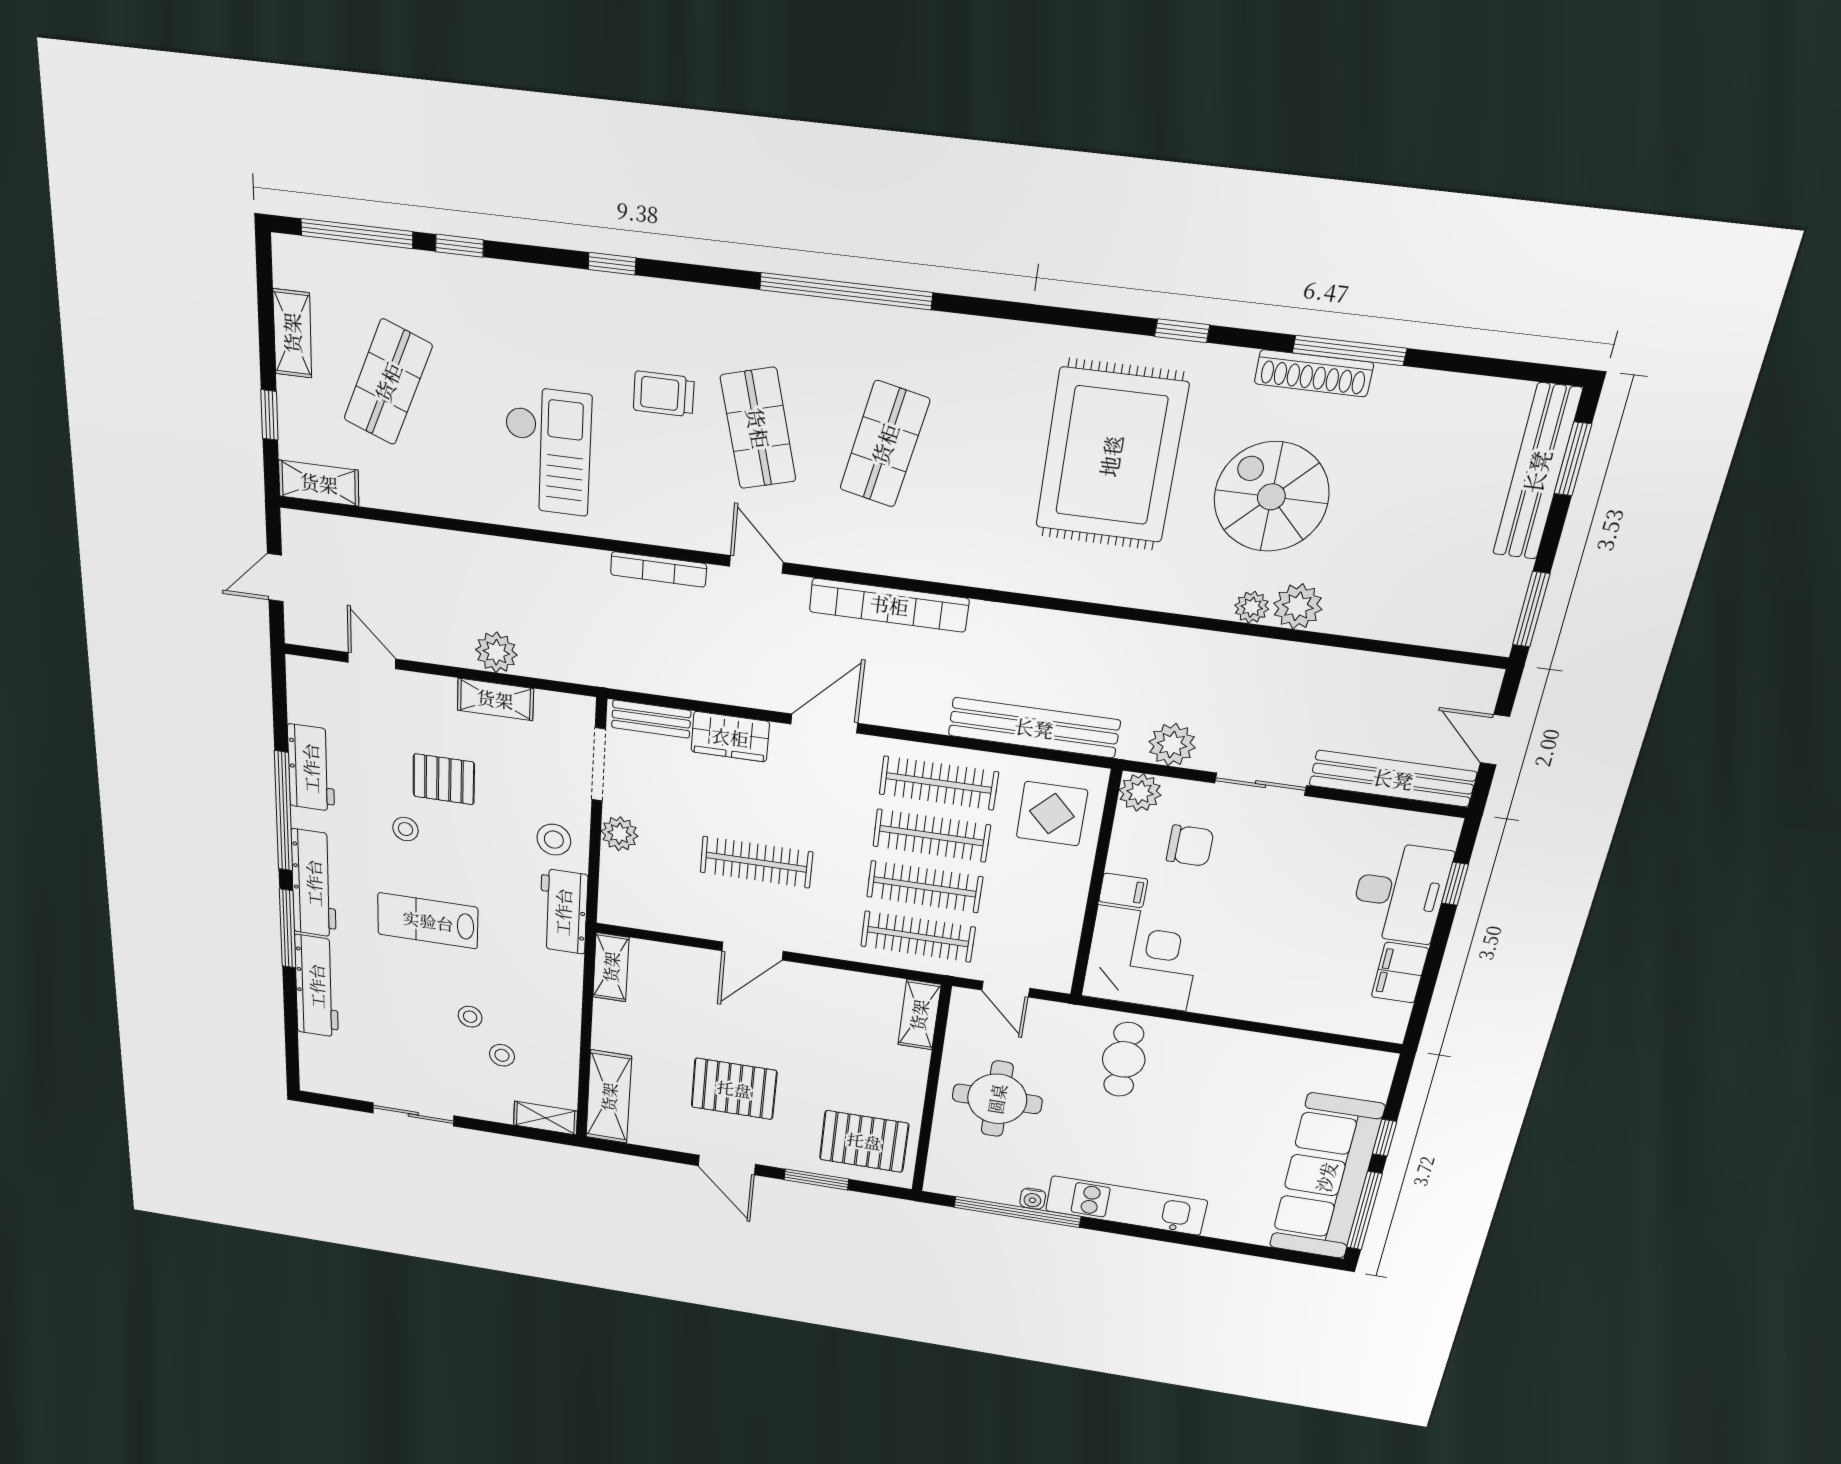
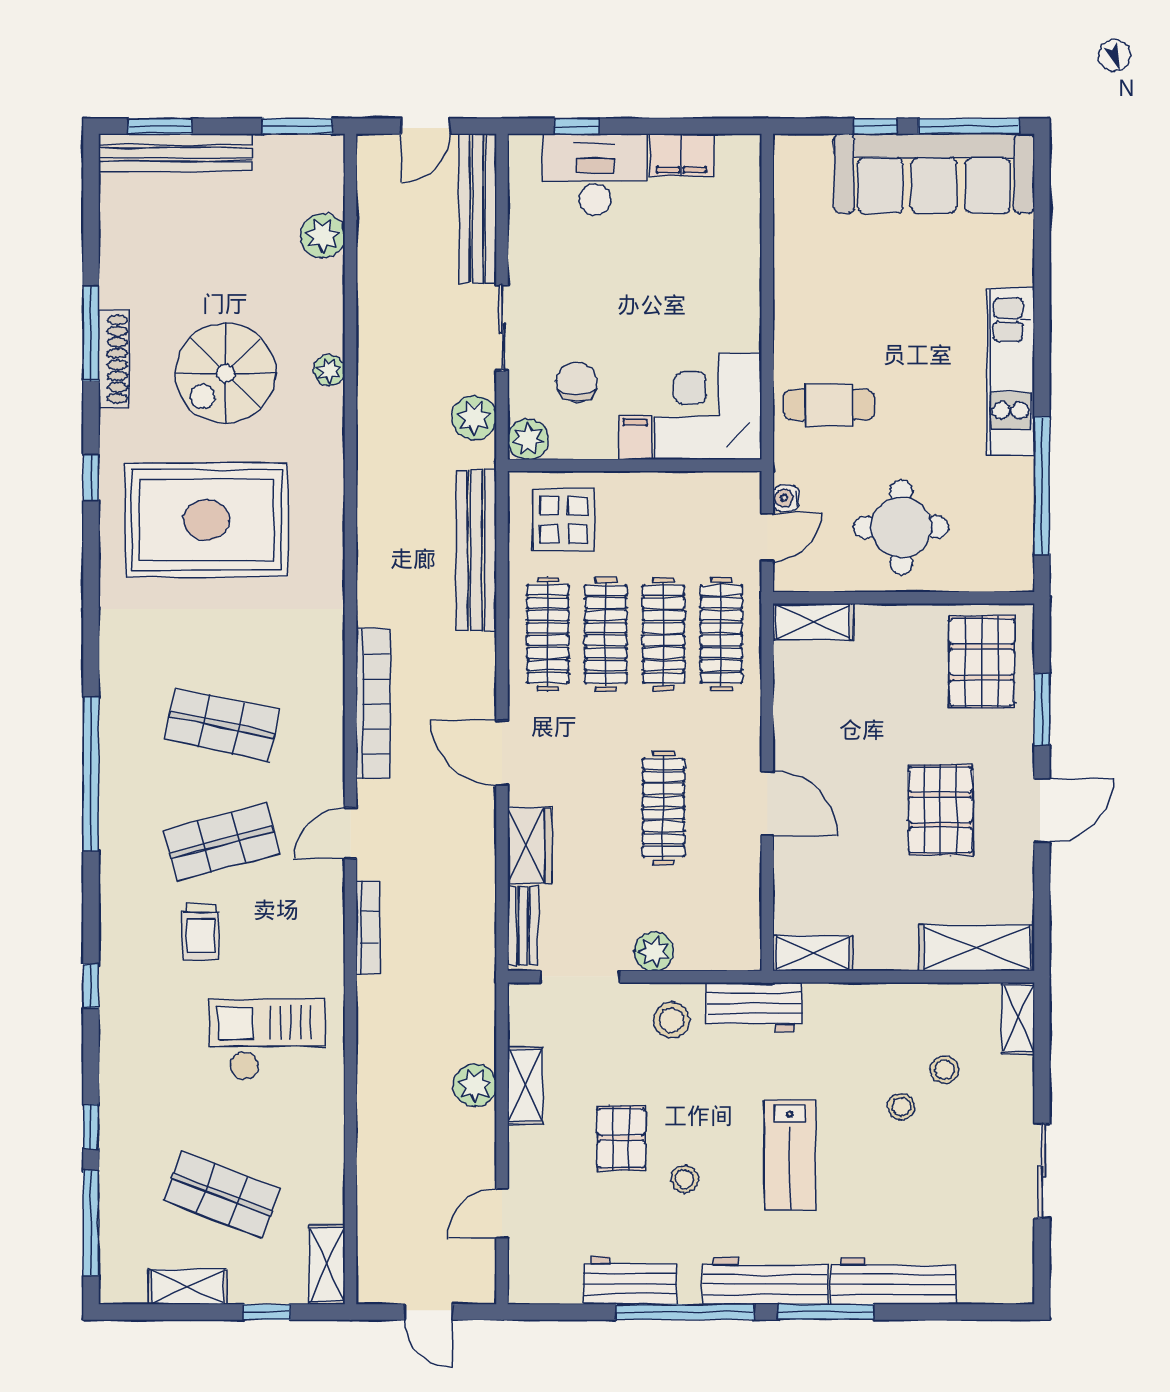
plant: (1298, 606) -> (323, 236), moved
water cooler: (1033, 1199) -> (786, 498), moved, turned 180

